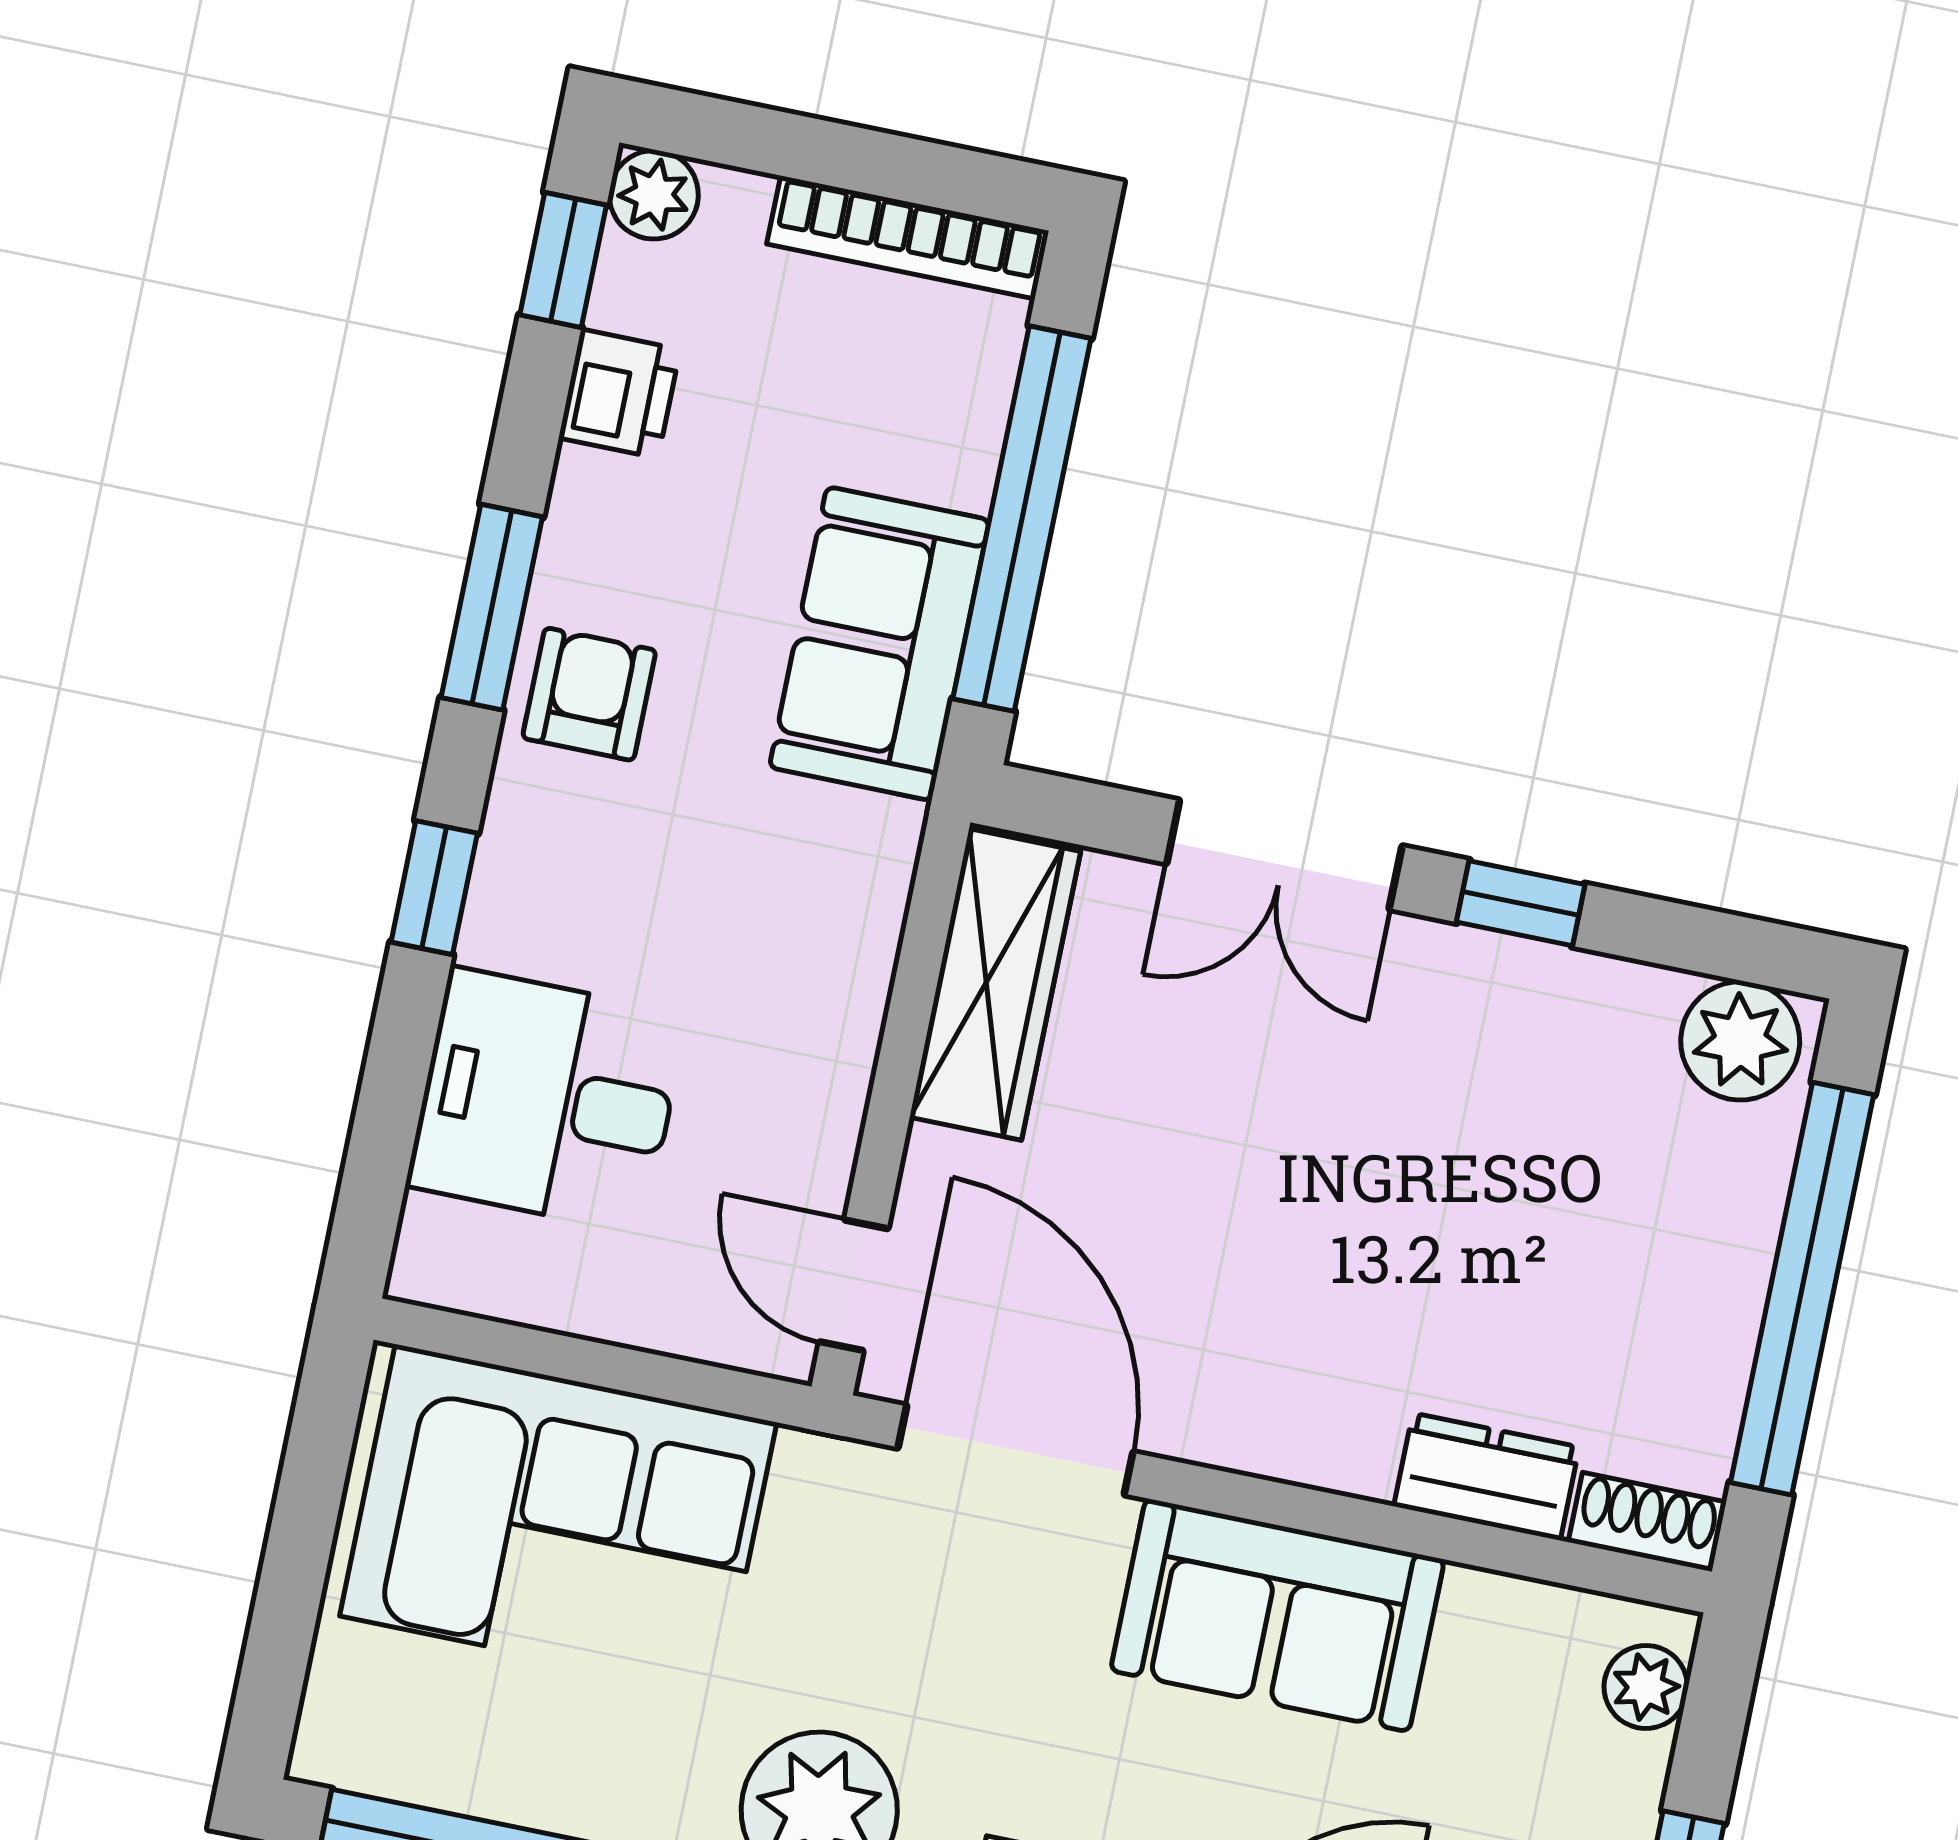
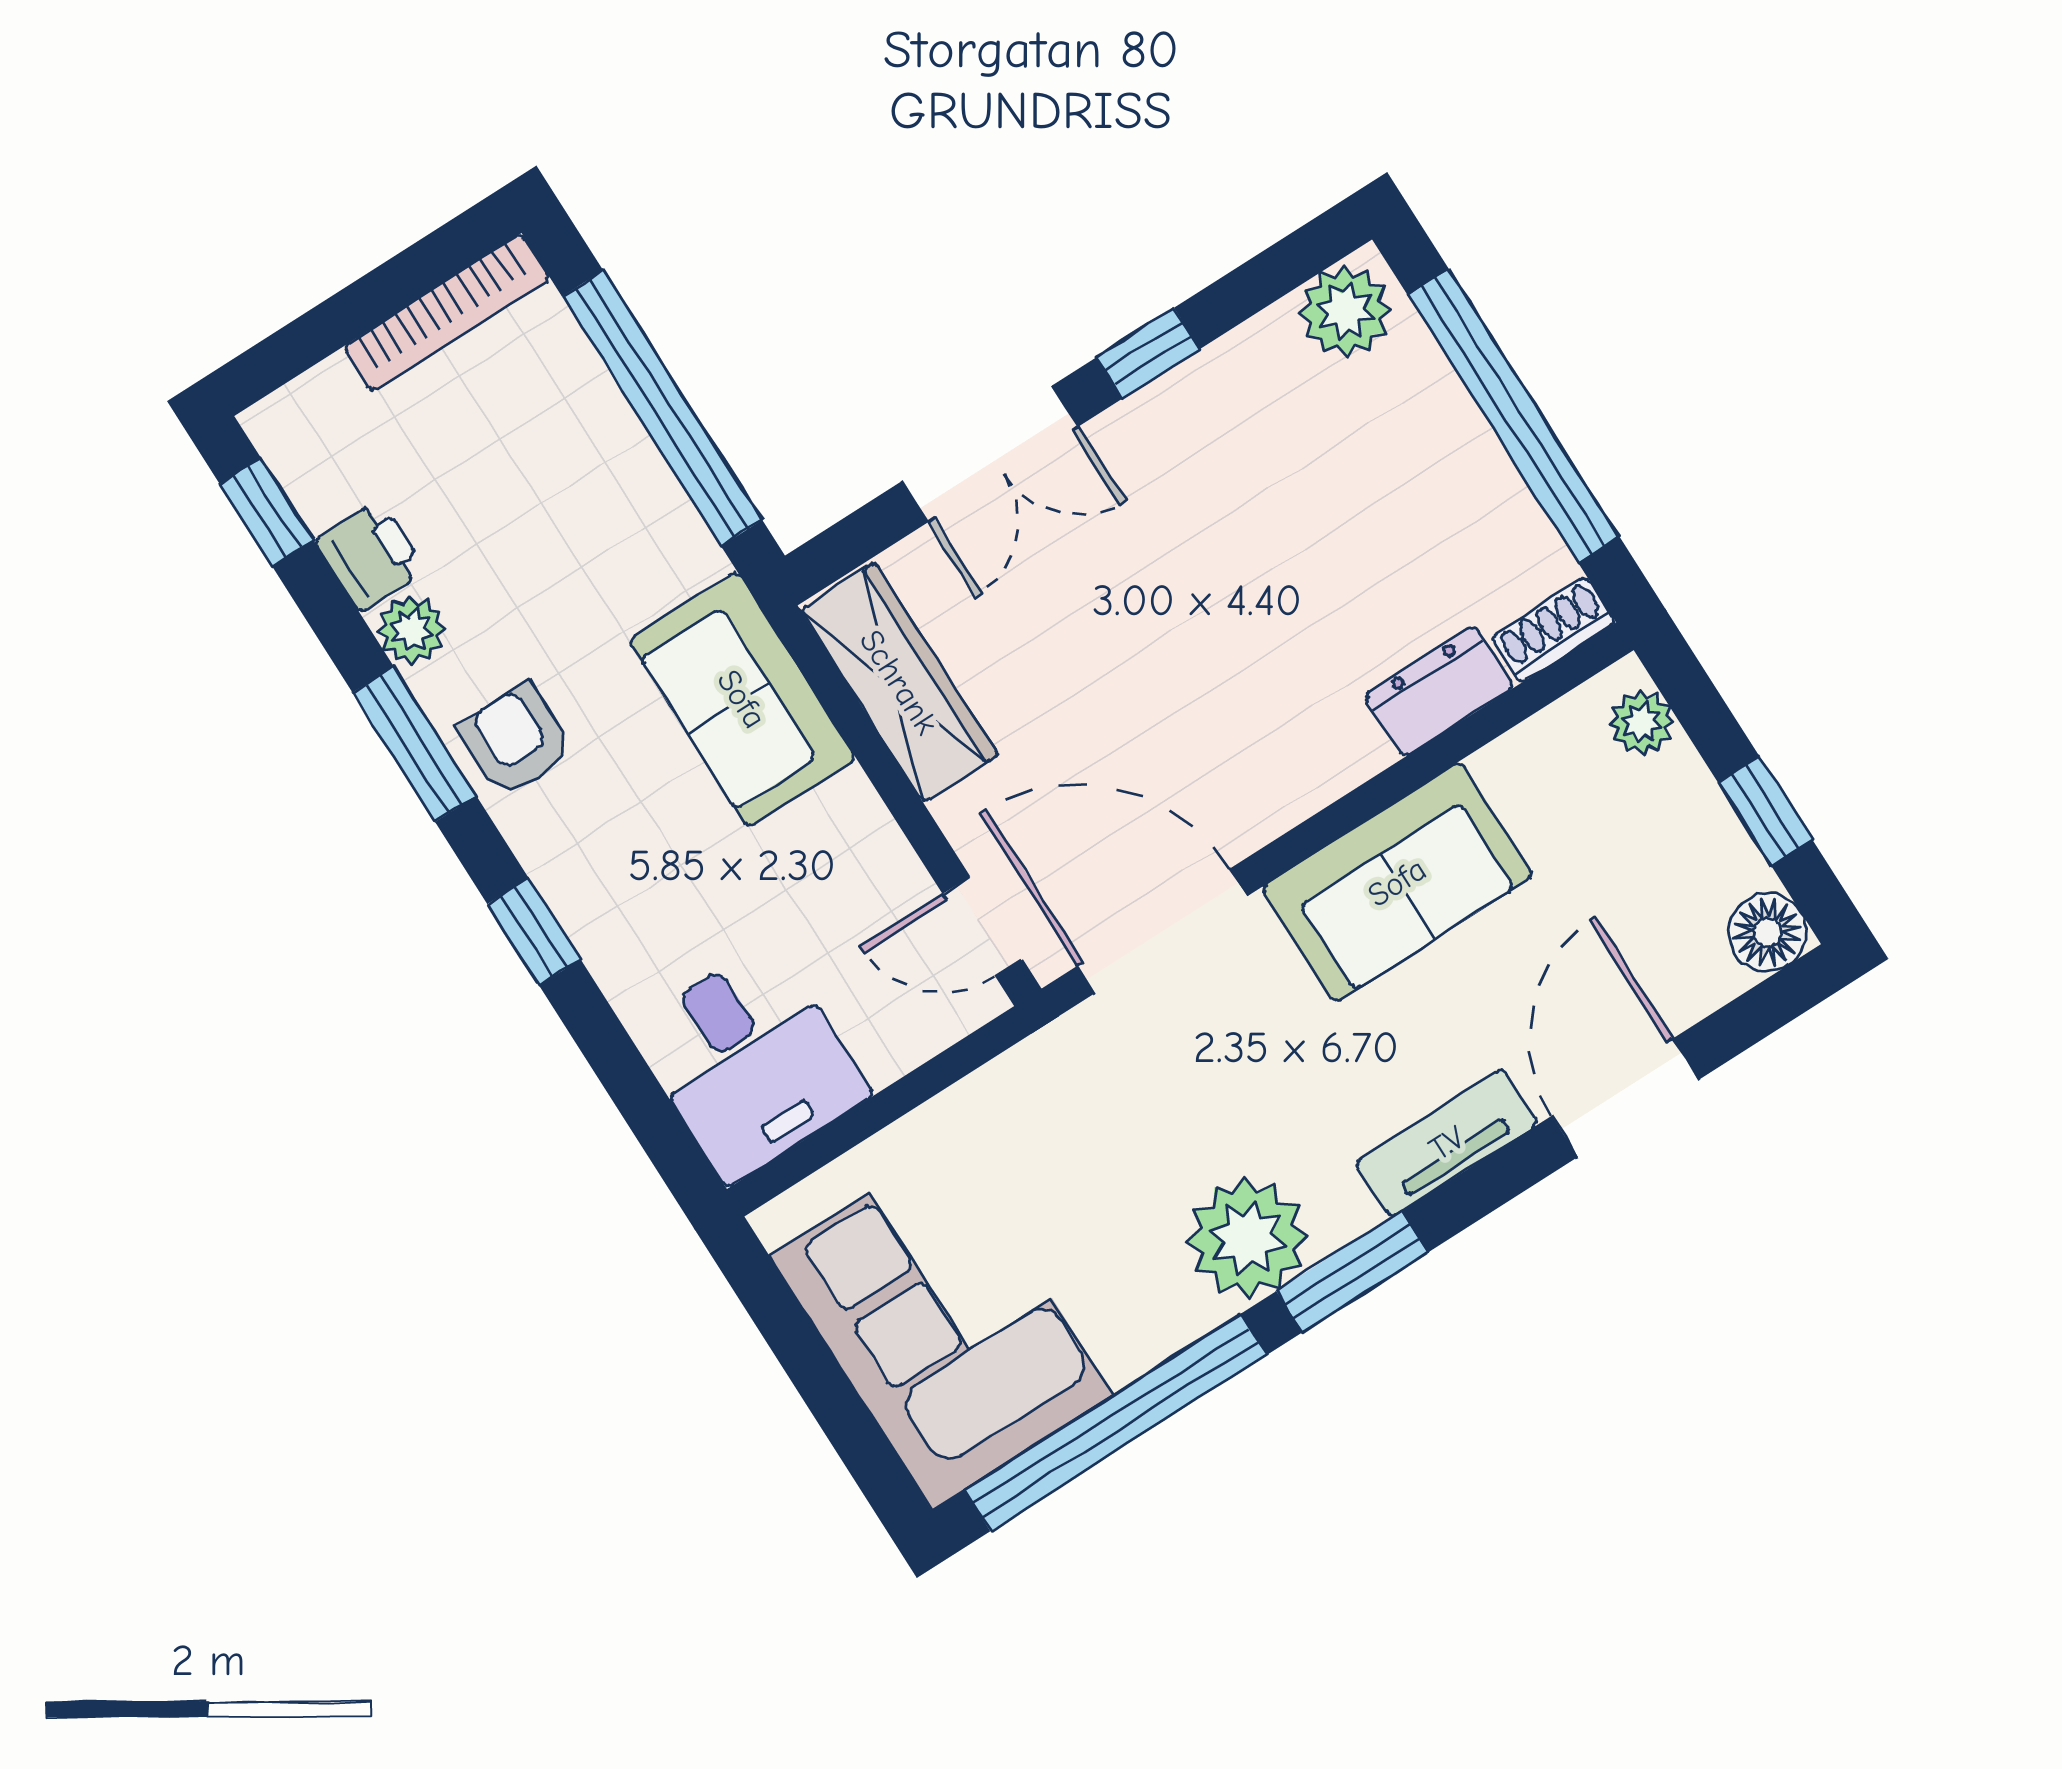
plant: (654, 195) -> (411, 630), moved
sofa: (879, 644) -> (742, 699), moved
desk: (547, 1100) -> (750, 1062), moved, turned -90
corner sofa: (558, 1519) -> (941, 1325), moved, turned -90

